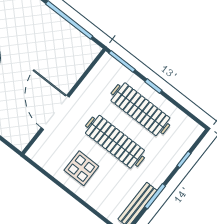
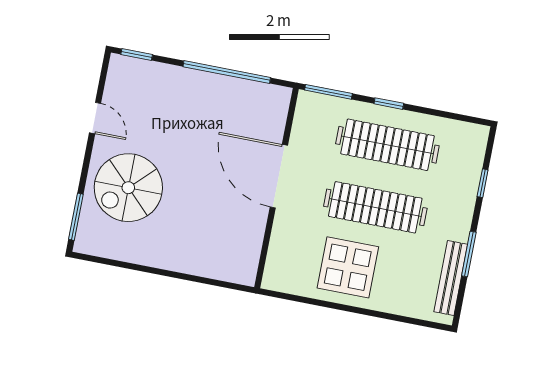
door: (55, 112) -> (279, 176), moved
display table: (81, 168) -> (348, 267), width x1.36, depth x1.36

